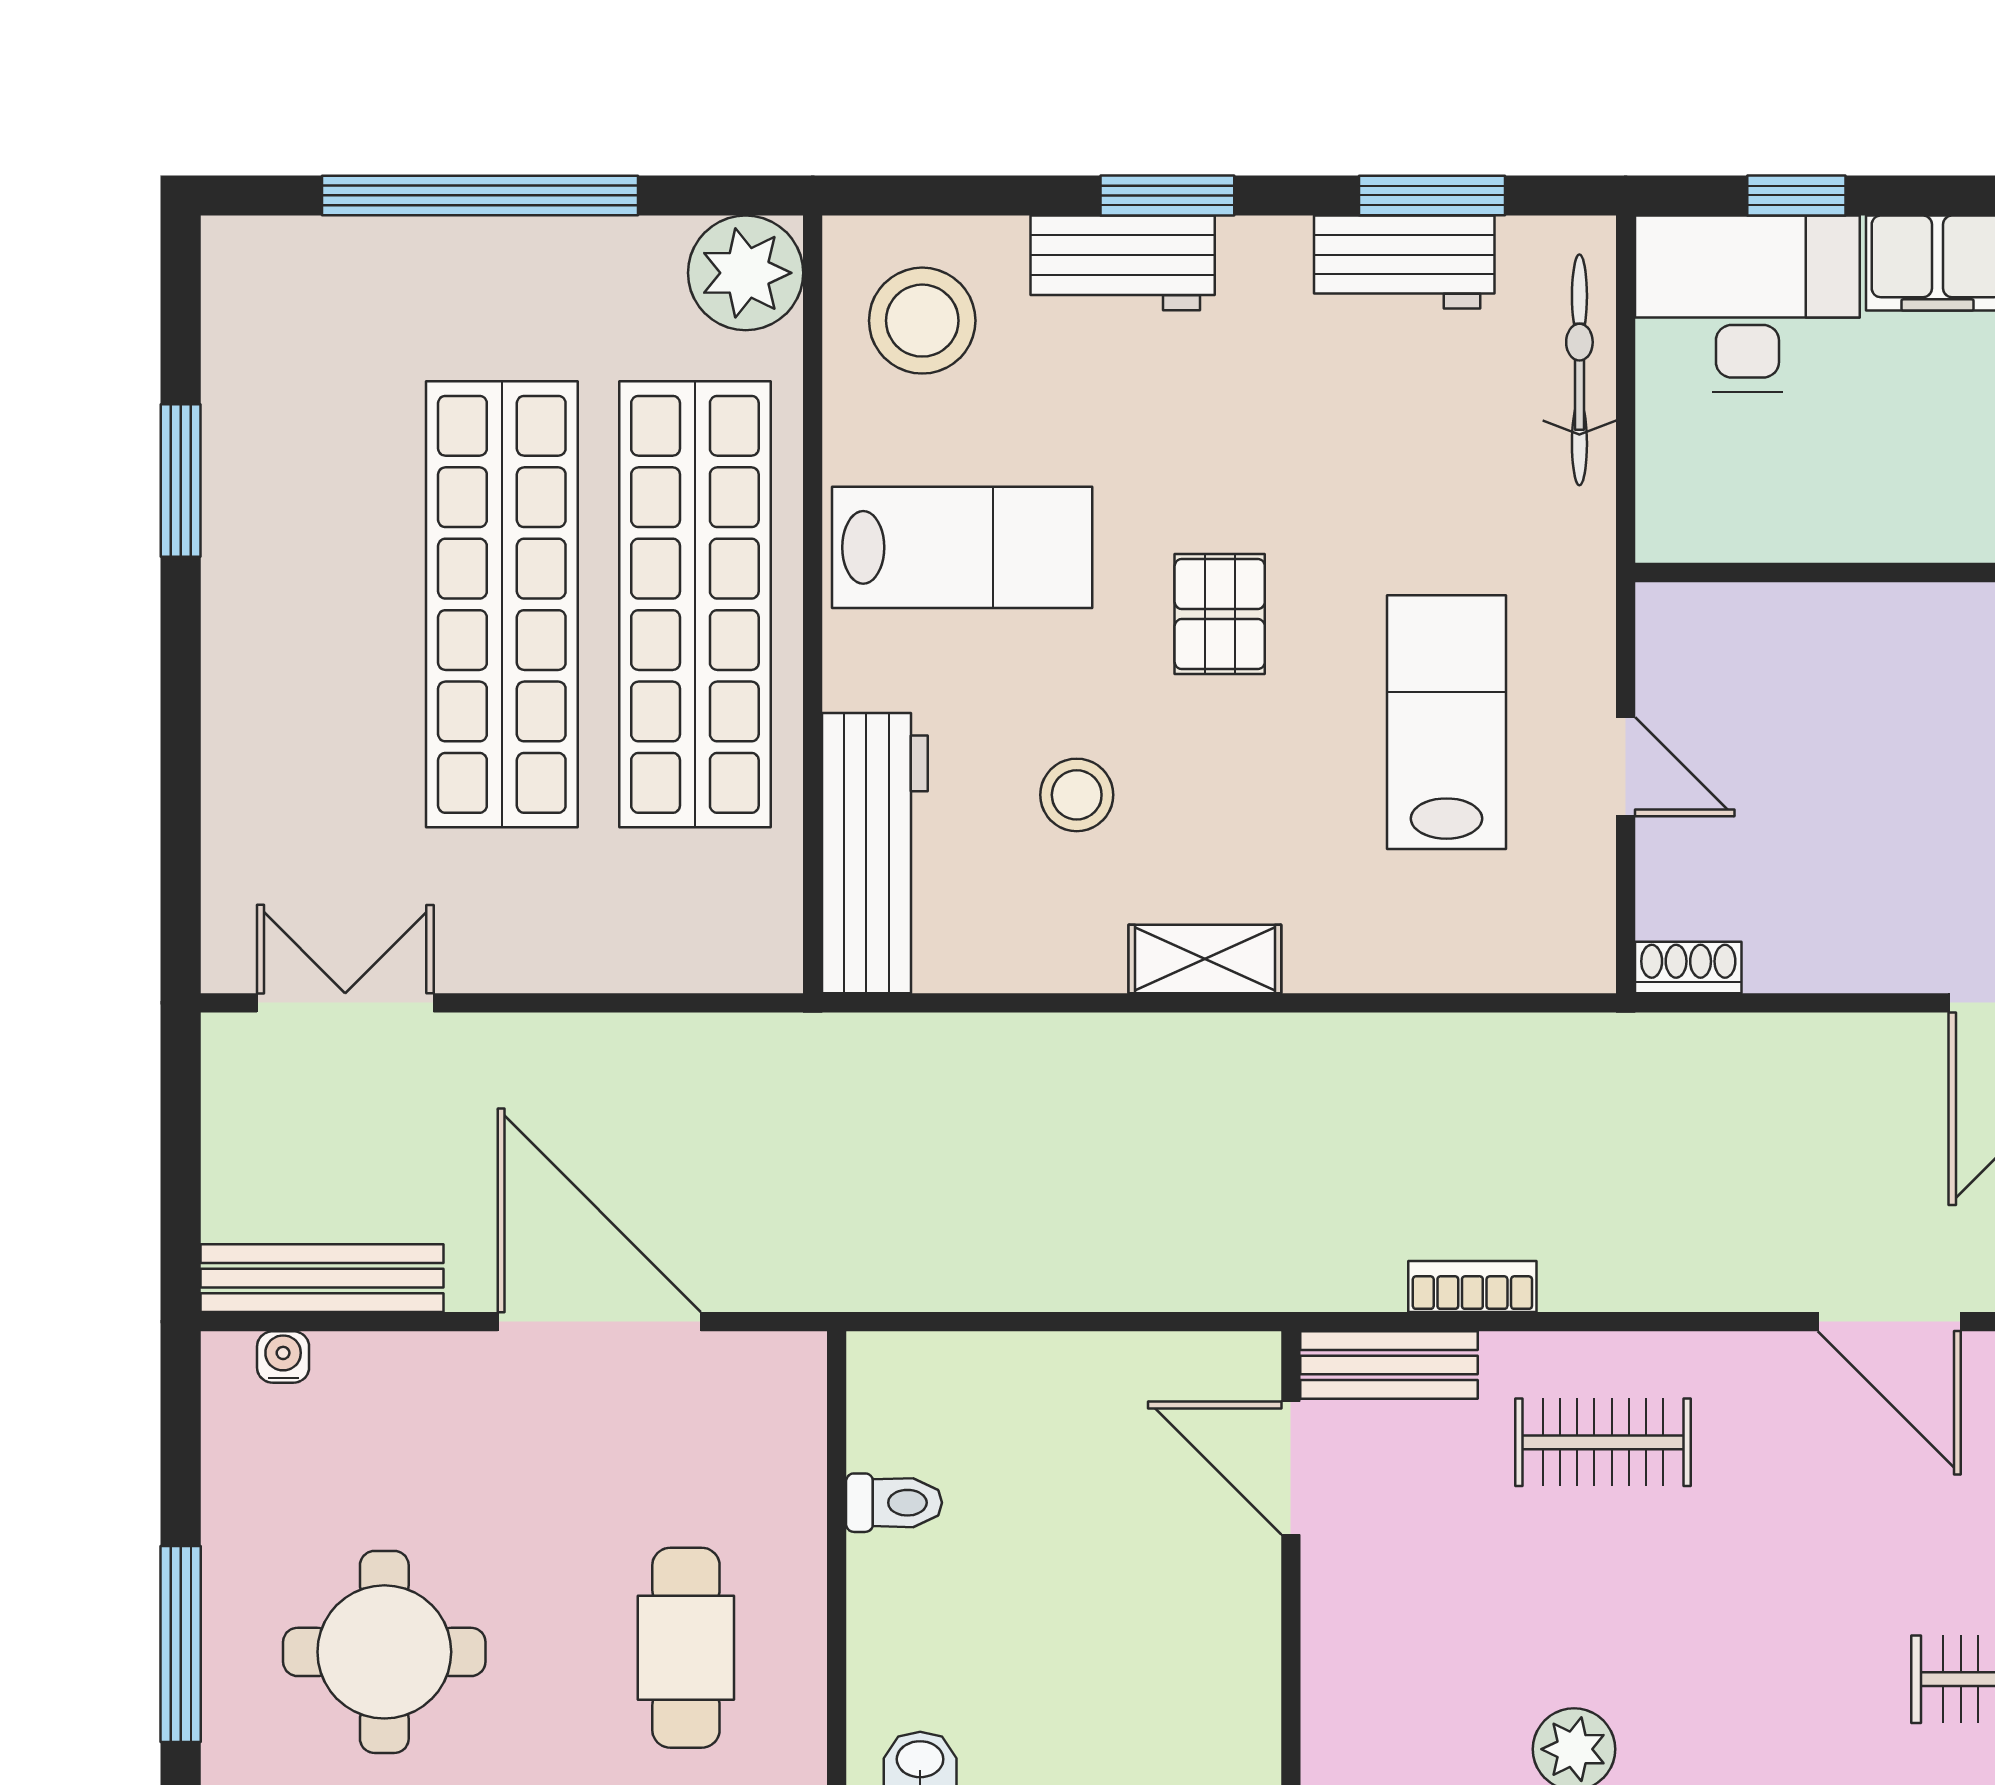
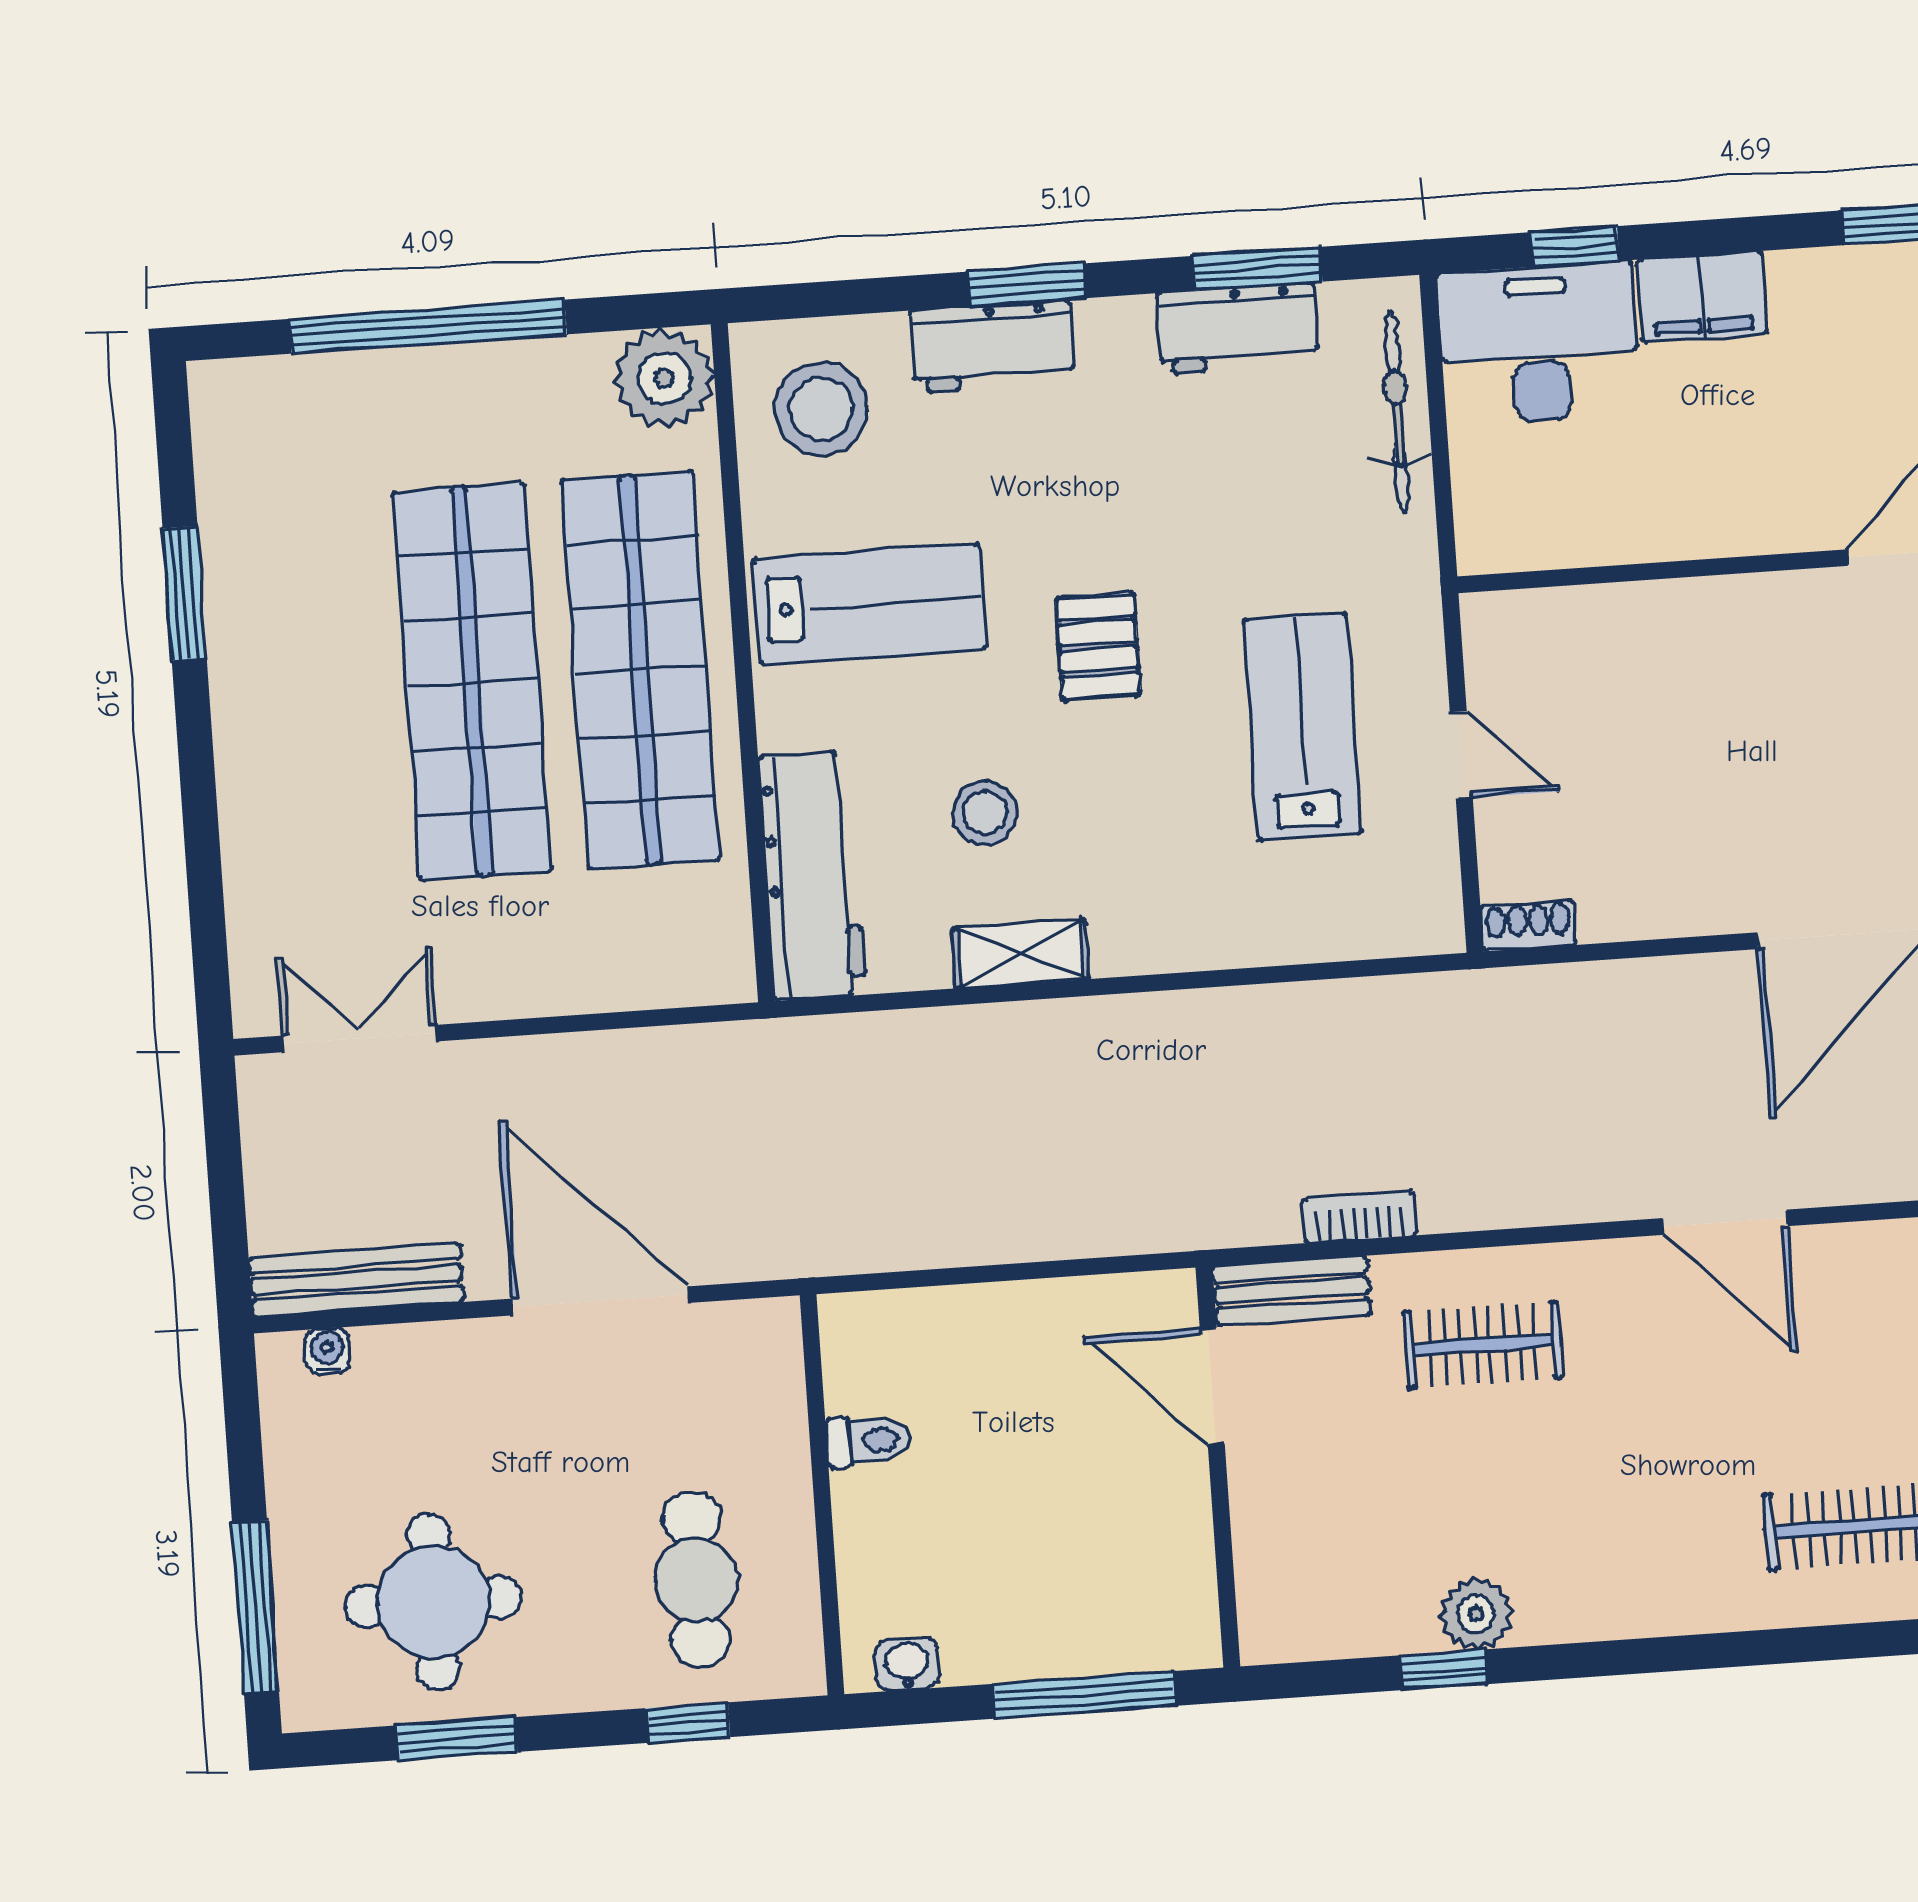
shelving: (1205, 959) -> (1020, 954), moved

